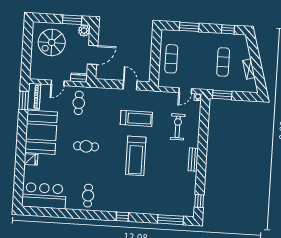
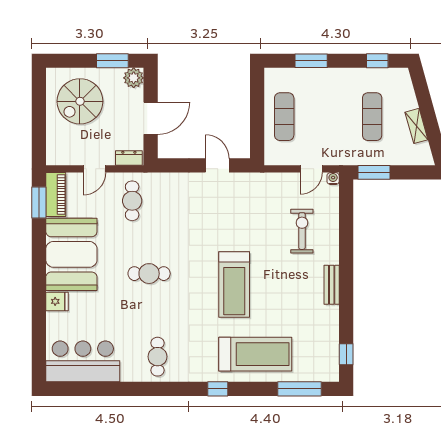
treadmill: (136, 118) -> (255, 354), moved, width x1.37, depth x1.38

